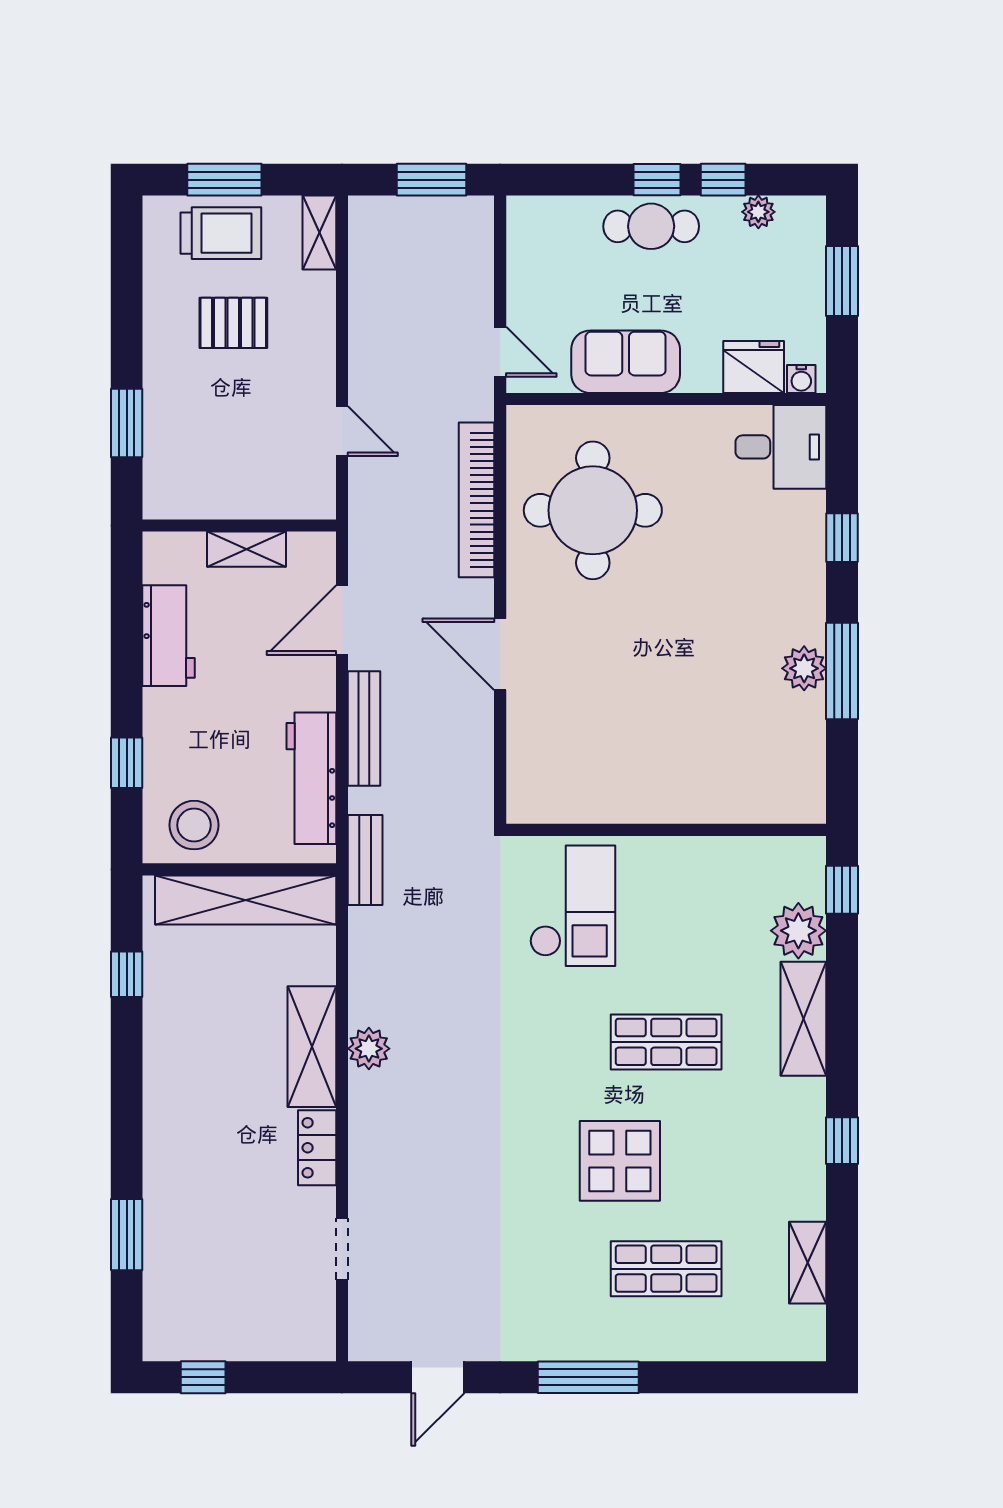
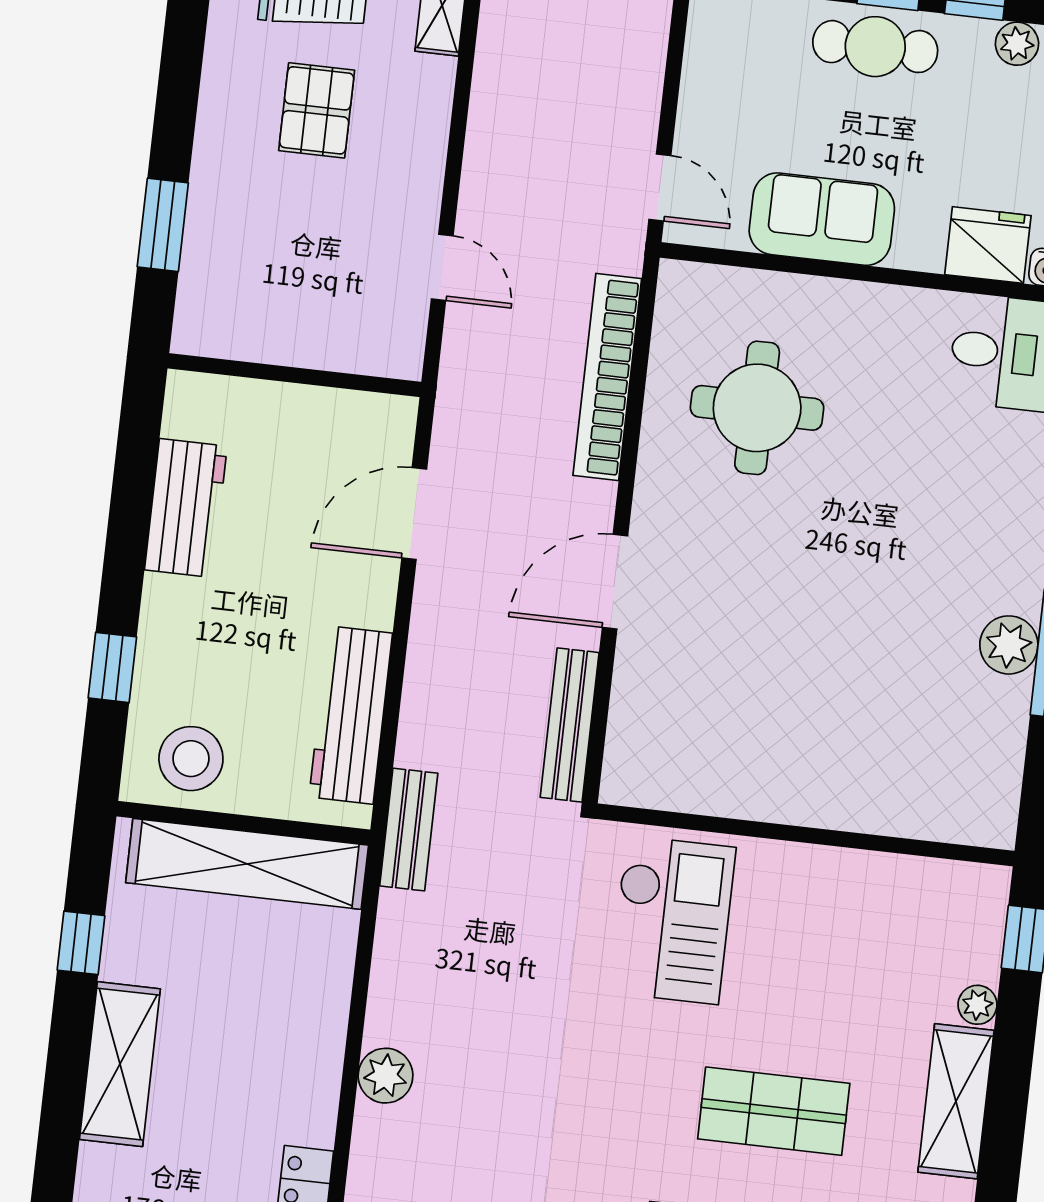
pallet: (233, 323) -> (317, 110), turned 90
round table: (593, 510) -> (757, 408), width x0.73, depth x0.73
shelving: (247, 549) -> (300, 407), removed
door: (500, 654) -> (615, 582), hinge flipped
bench: (364, 728) -> (570, 725), moved
plant: (798, 931) -> (977, 1005), width x0.53, depth x0.53
shelving: (312, 1047) -> (120, 1064), moved

